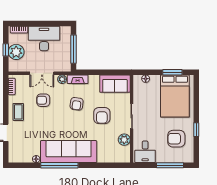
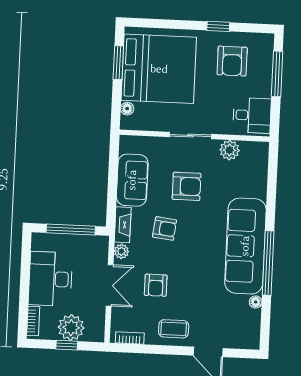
sofa: (115, 84) -> (132, 180), moved
bed: (175, 96) -> (159, 69), width x1.36

